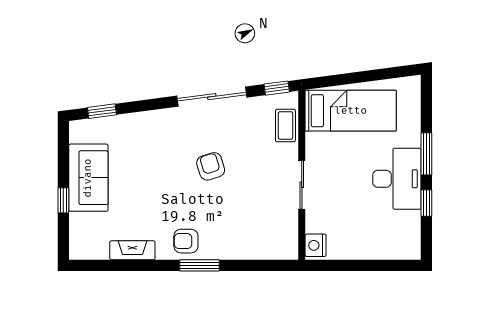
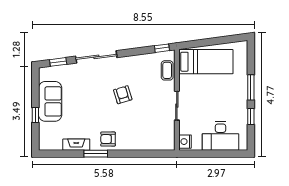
sliding door: (212, 97) -> (96, 57), moved
desk: (397, 179) -> (220, 136), moved, turned 90
window: (199, 265) -> (96, 154), moved

